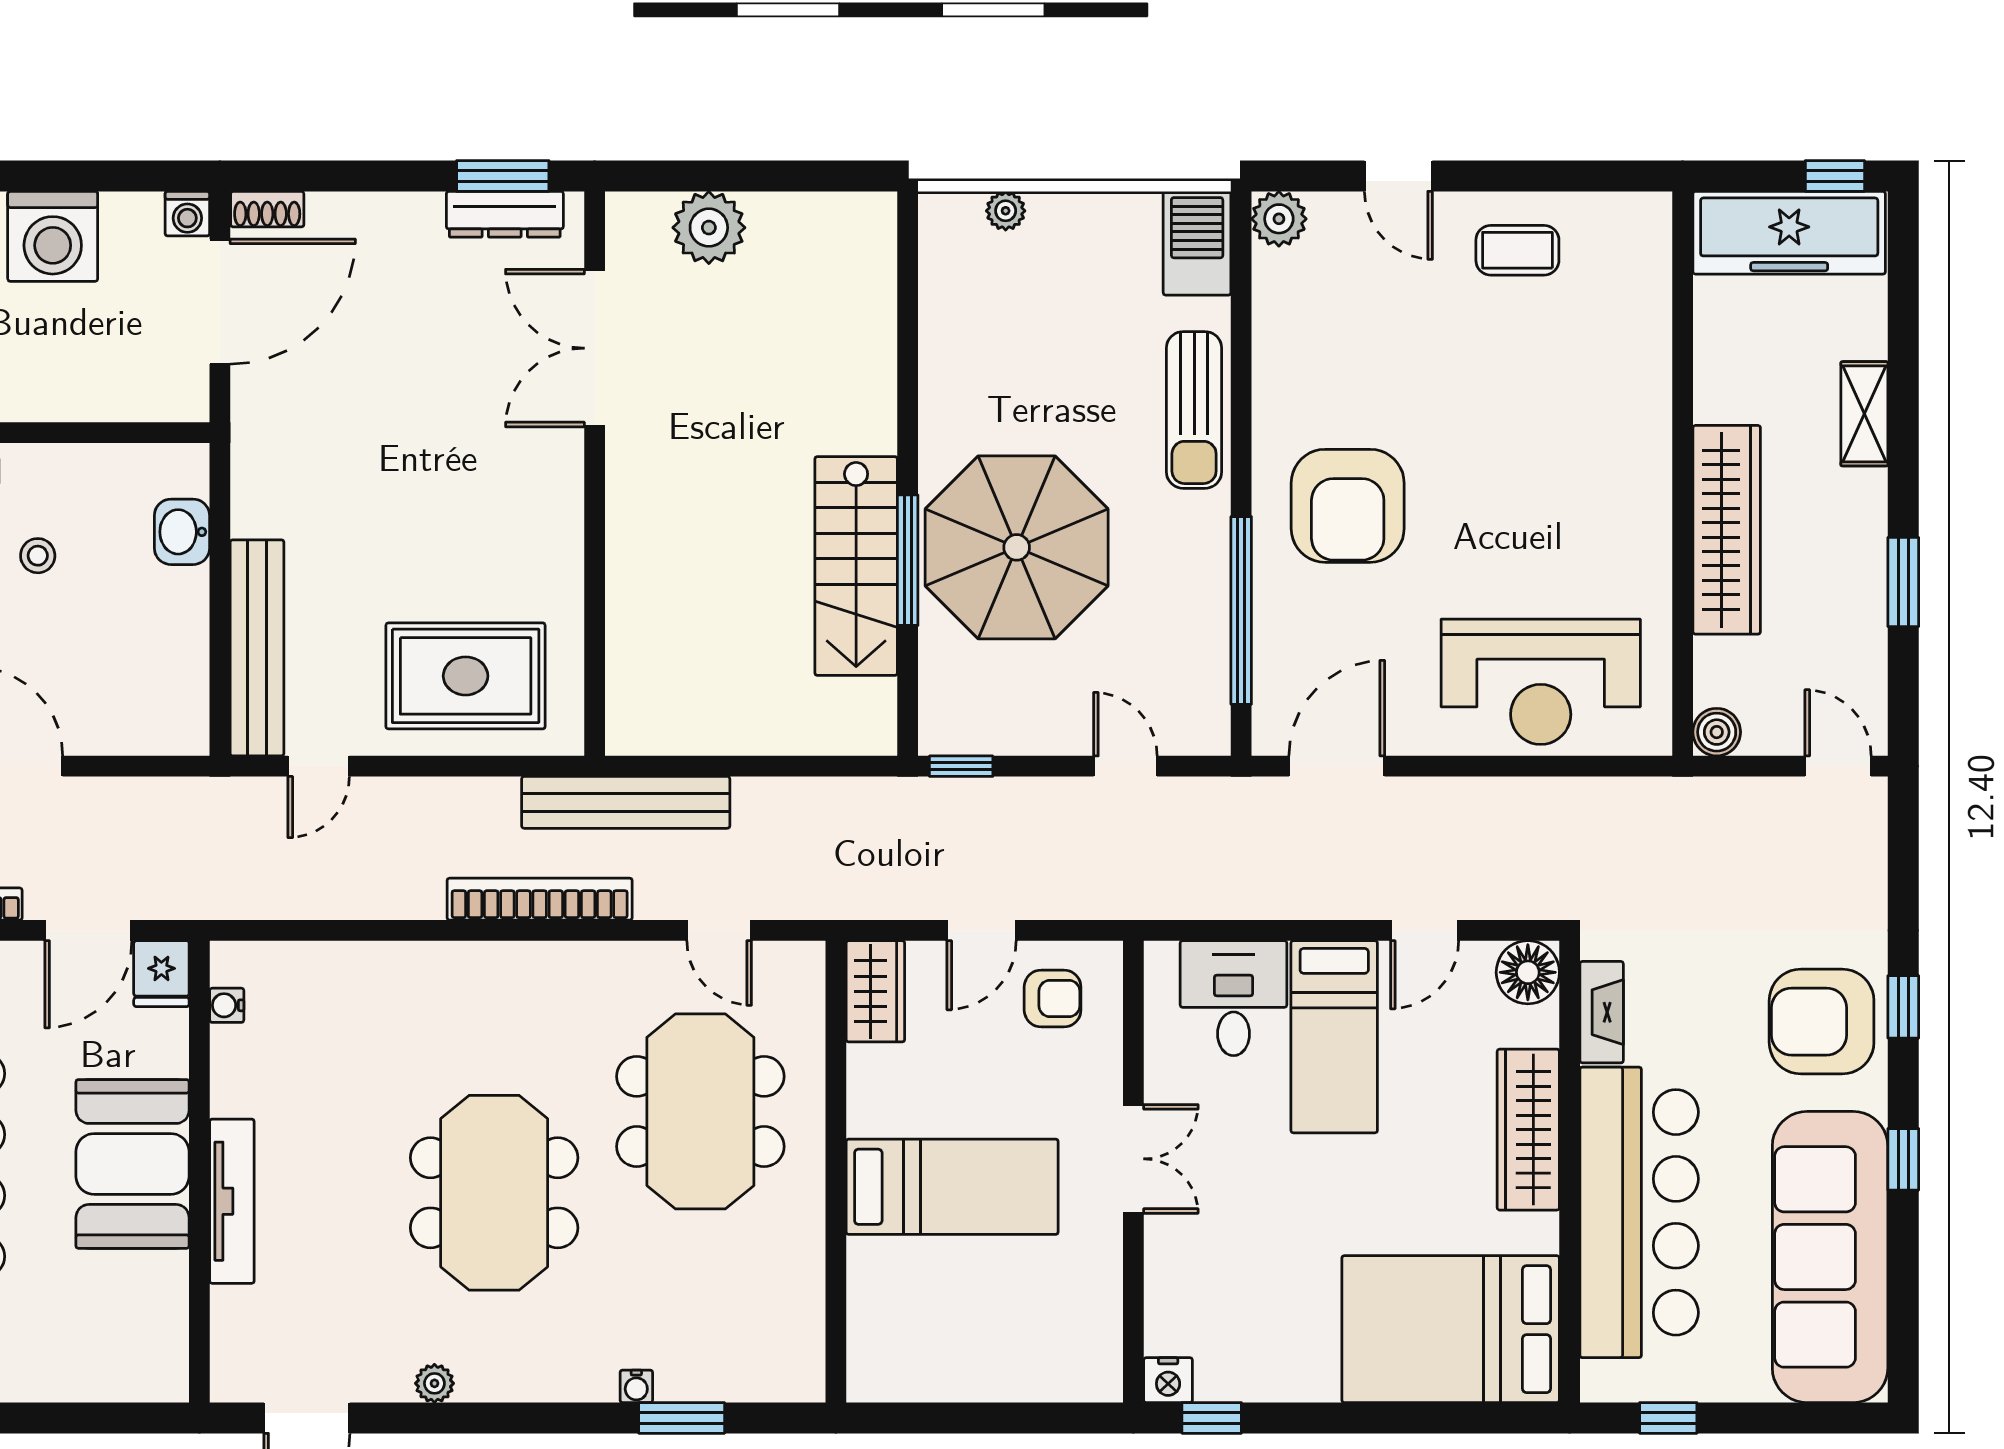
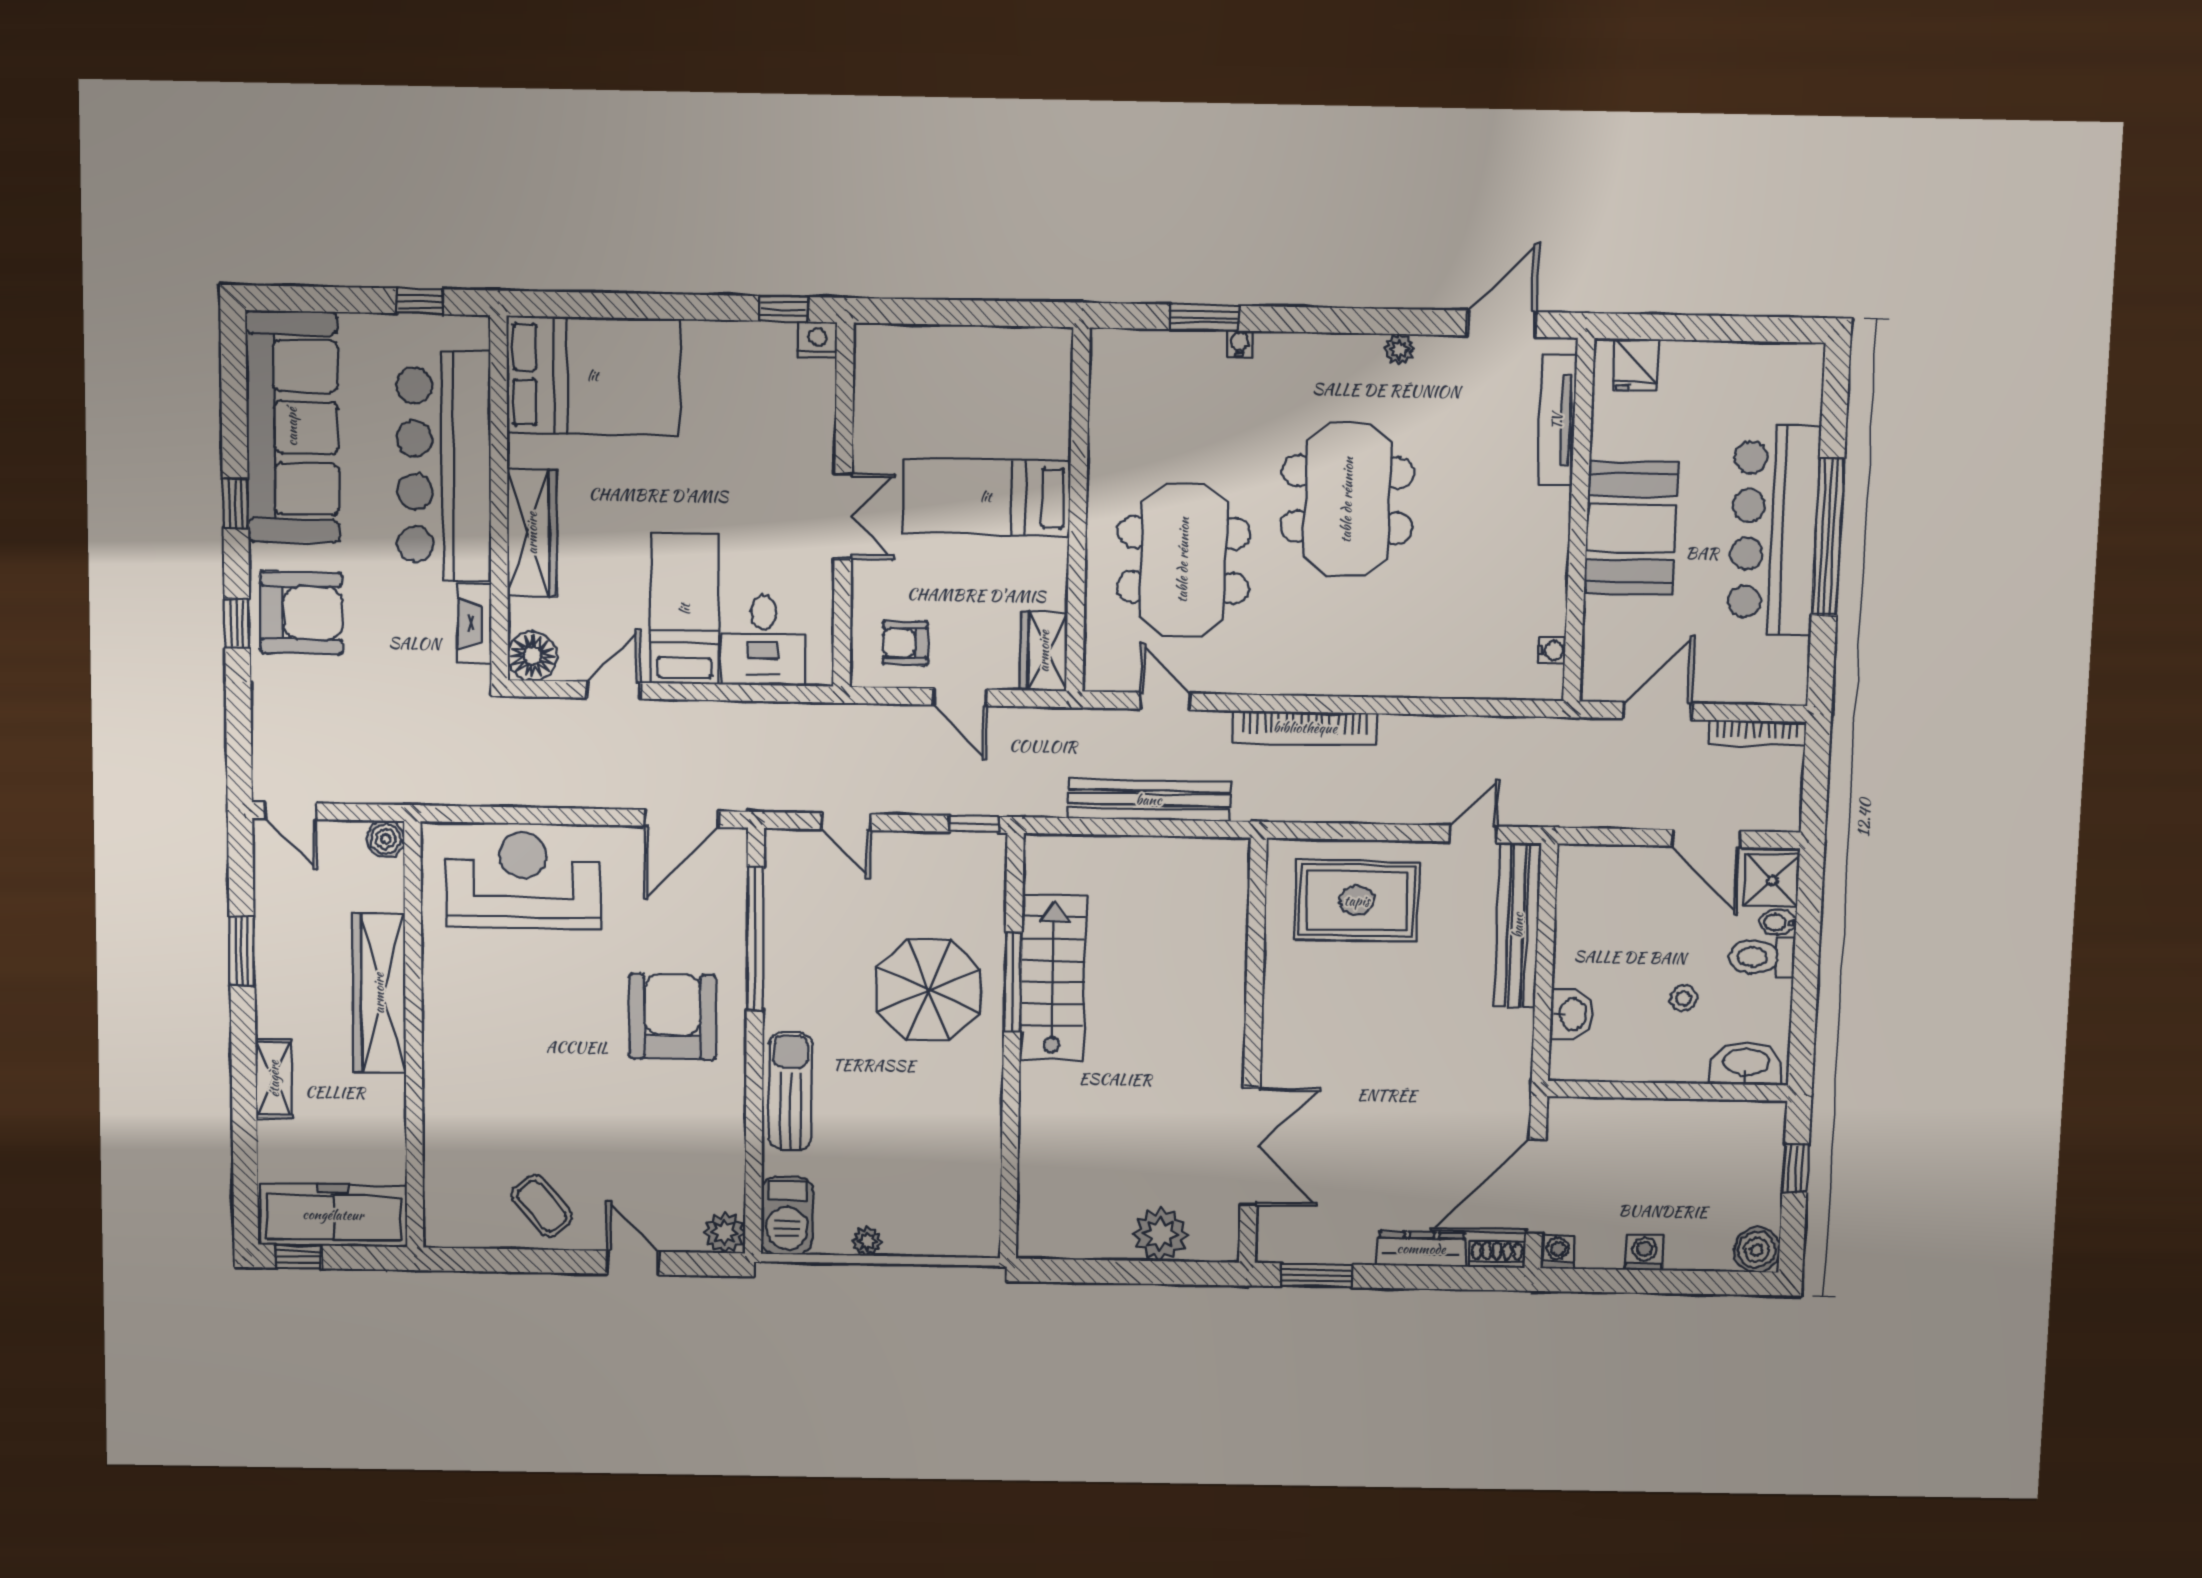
plant: (1006, 211) -> (867, 1241), moved
dresser: (505, 214) -> (1421, 1249), moved
washing machine: (53, 236) -> (1644, 1252), width x0.53, depth x0.53
coffee table: (1517, 250) -> (542, 1206), turned 50
parasol: (1017, 547) -> (928, 990), width x0.73, depth x0.73
bench: (626, 802) -> (1149, 800), moved
door: (982, 930) -> (960, 697), swing flipped
fridge: (161, 974) -> (1635, 365), moved, turned 180
double door: (1133, 1159) -> (843, 516), swing flipped
tv unit: (232, 1201) -> (1557, 421), moved

